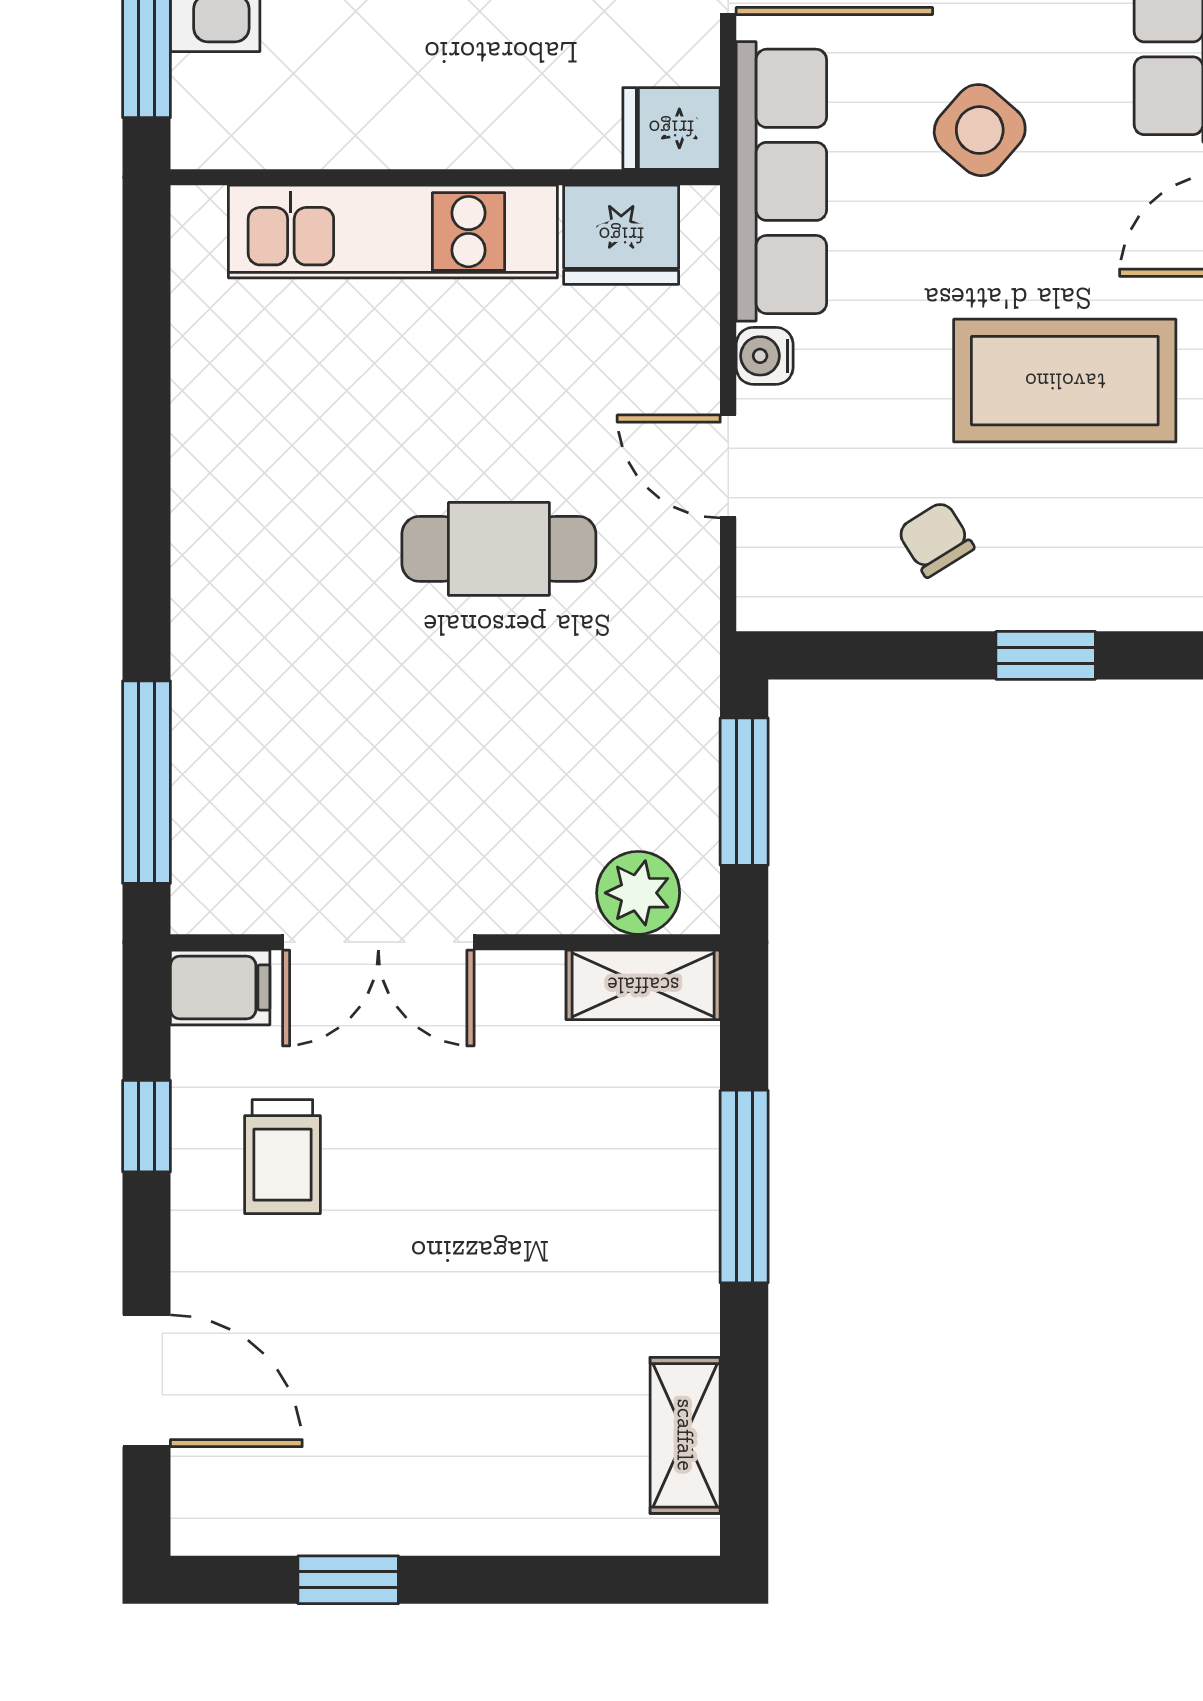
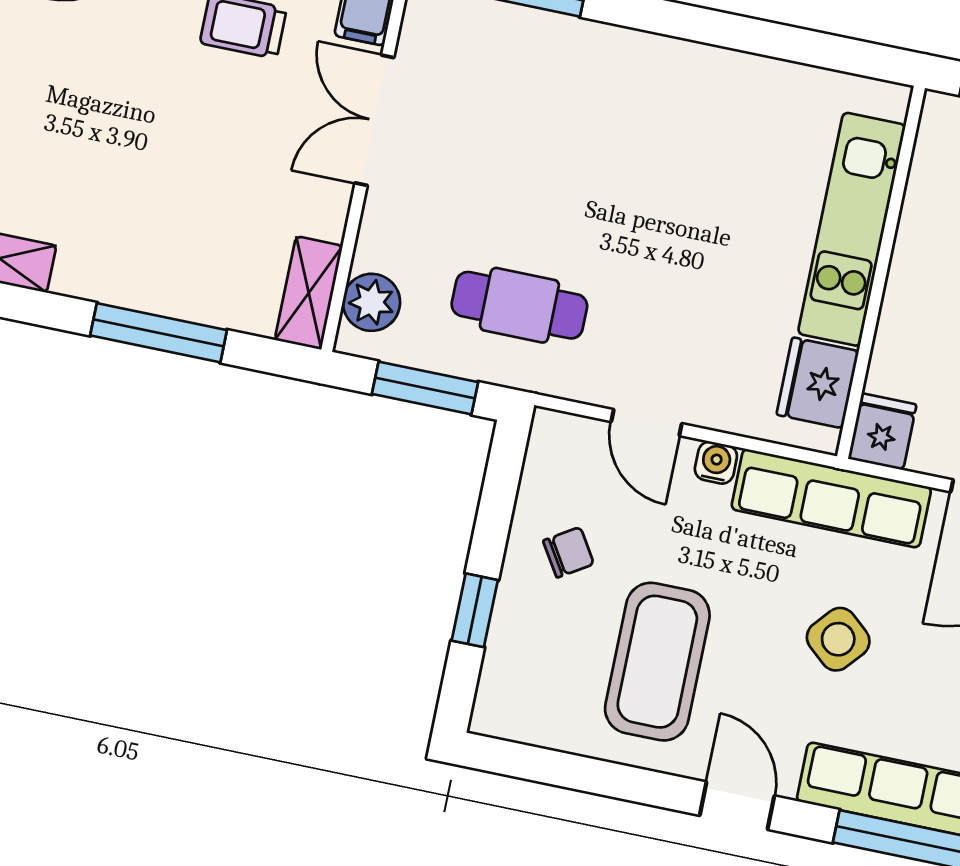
door: (728, 466) -> (646, 423), swing flipped
cafe table: (499, 549) -> (519, 305), moved, turned 90

